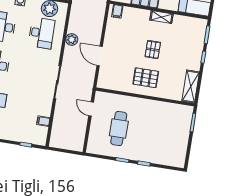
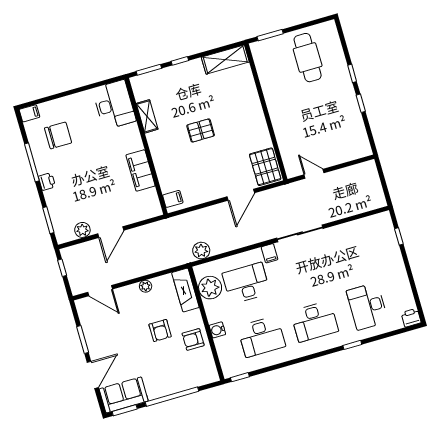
shelving: (161, 17) -> (147, 116), moved
plant: (72, 39) -> (201, 251), moved
pallet: (146, 78) -> (265, 167), moved
door: (91, 109) -> (314, 174), swing flipped
filing cabinet: (43, 121) -> (270, 253), moved
cafe table: (119, 128) -> (308, 58), moved, turned 90

